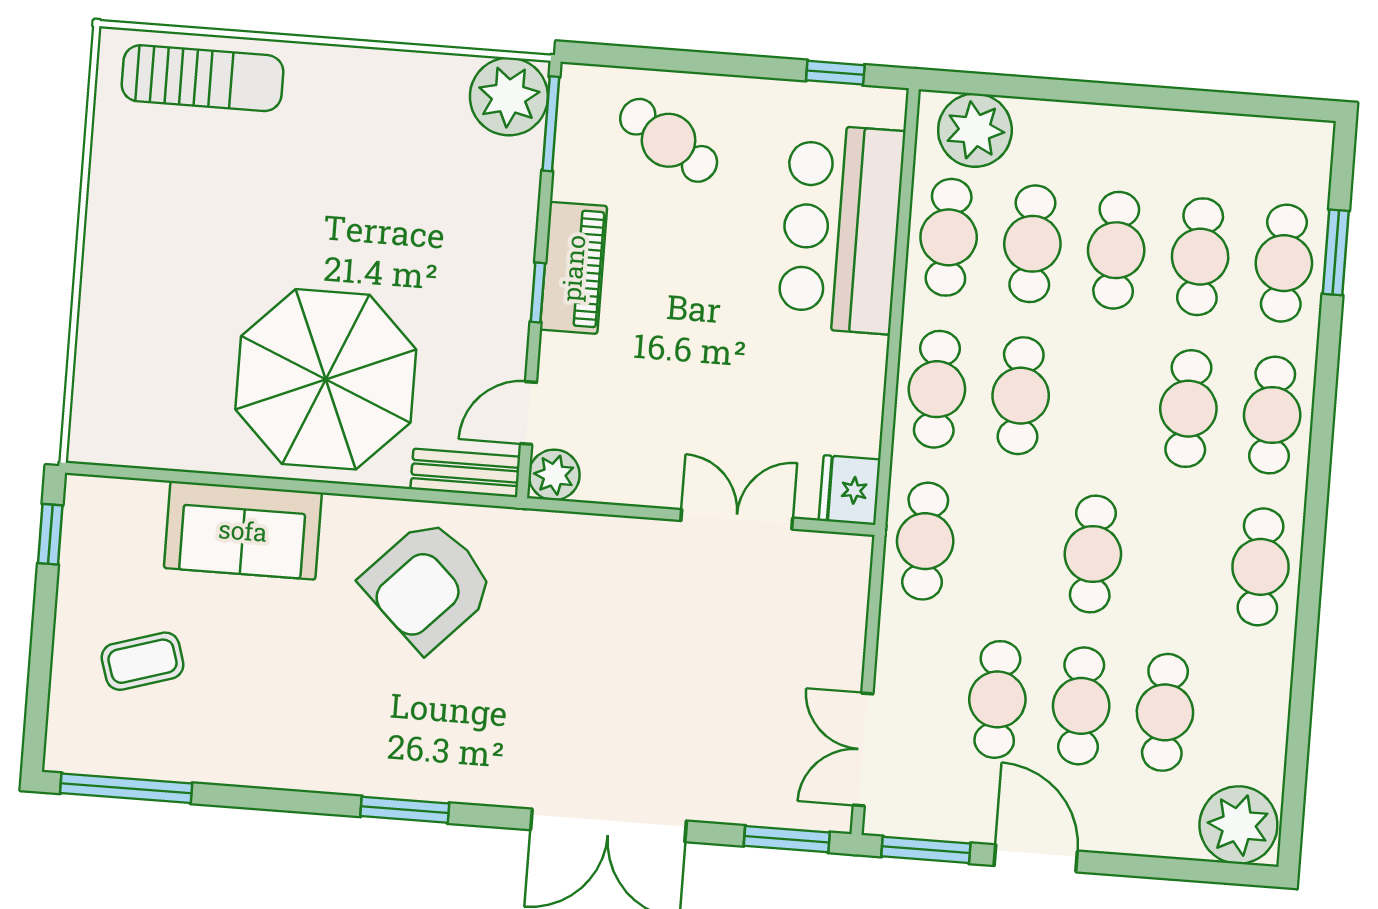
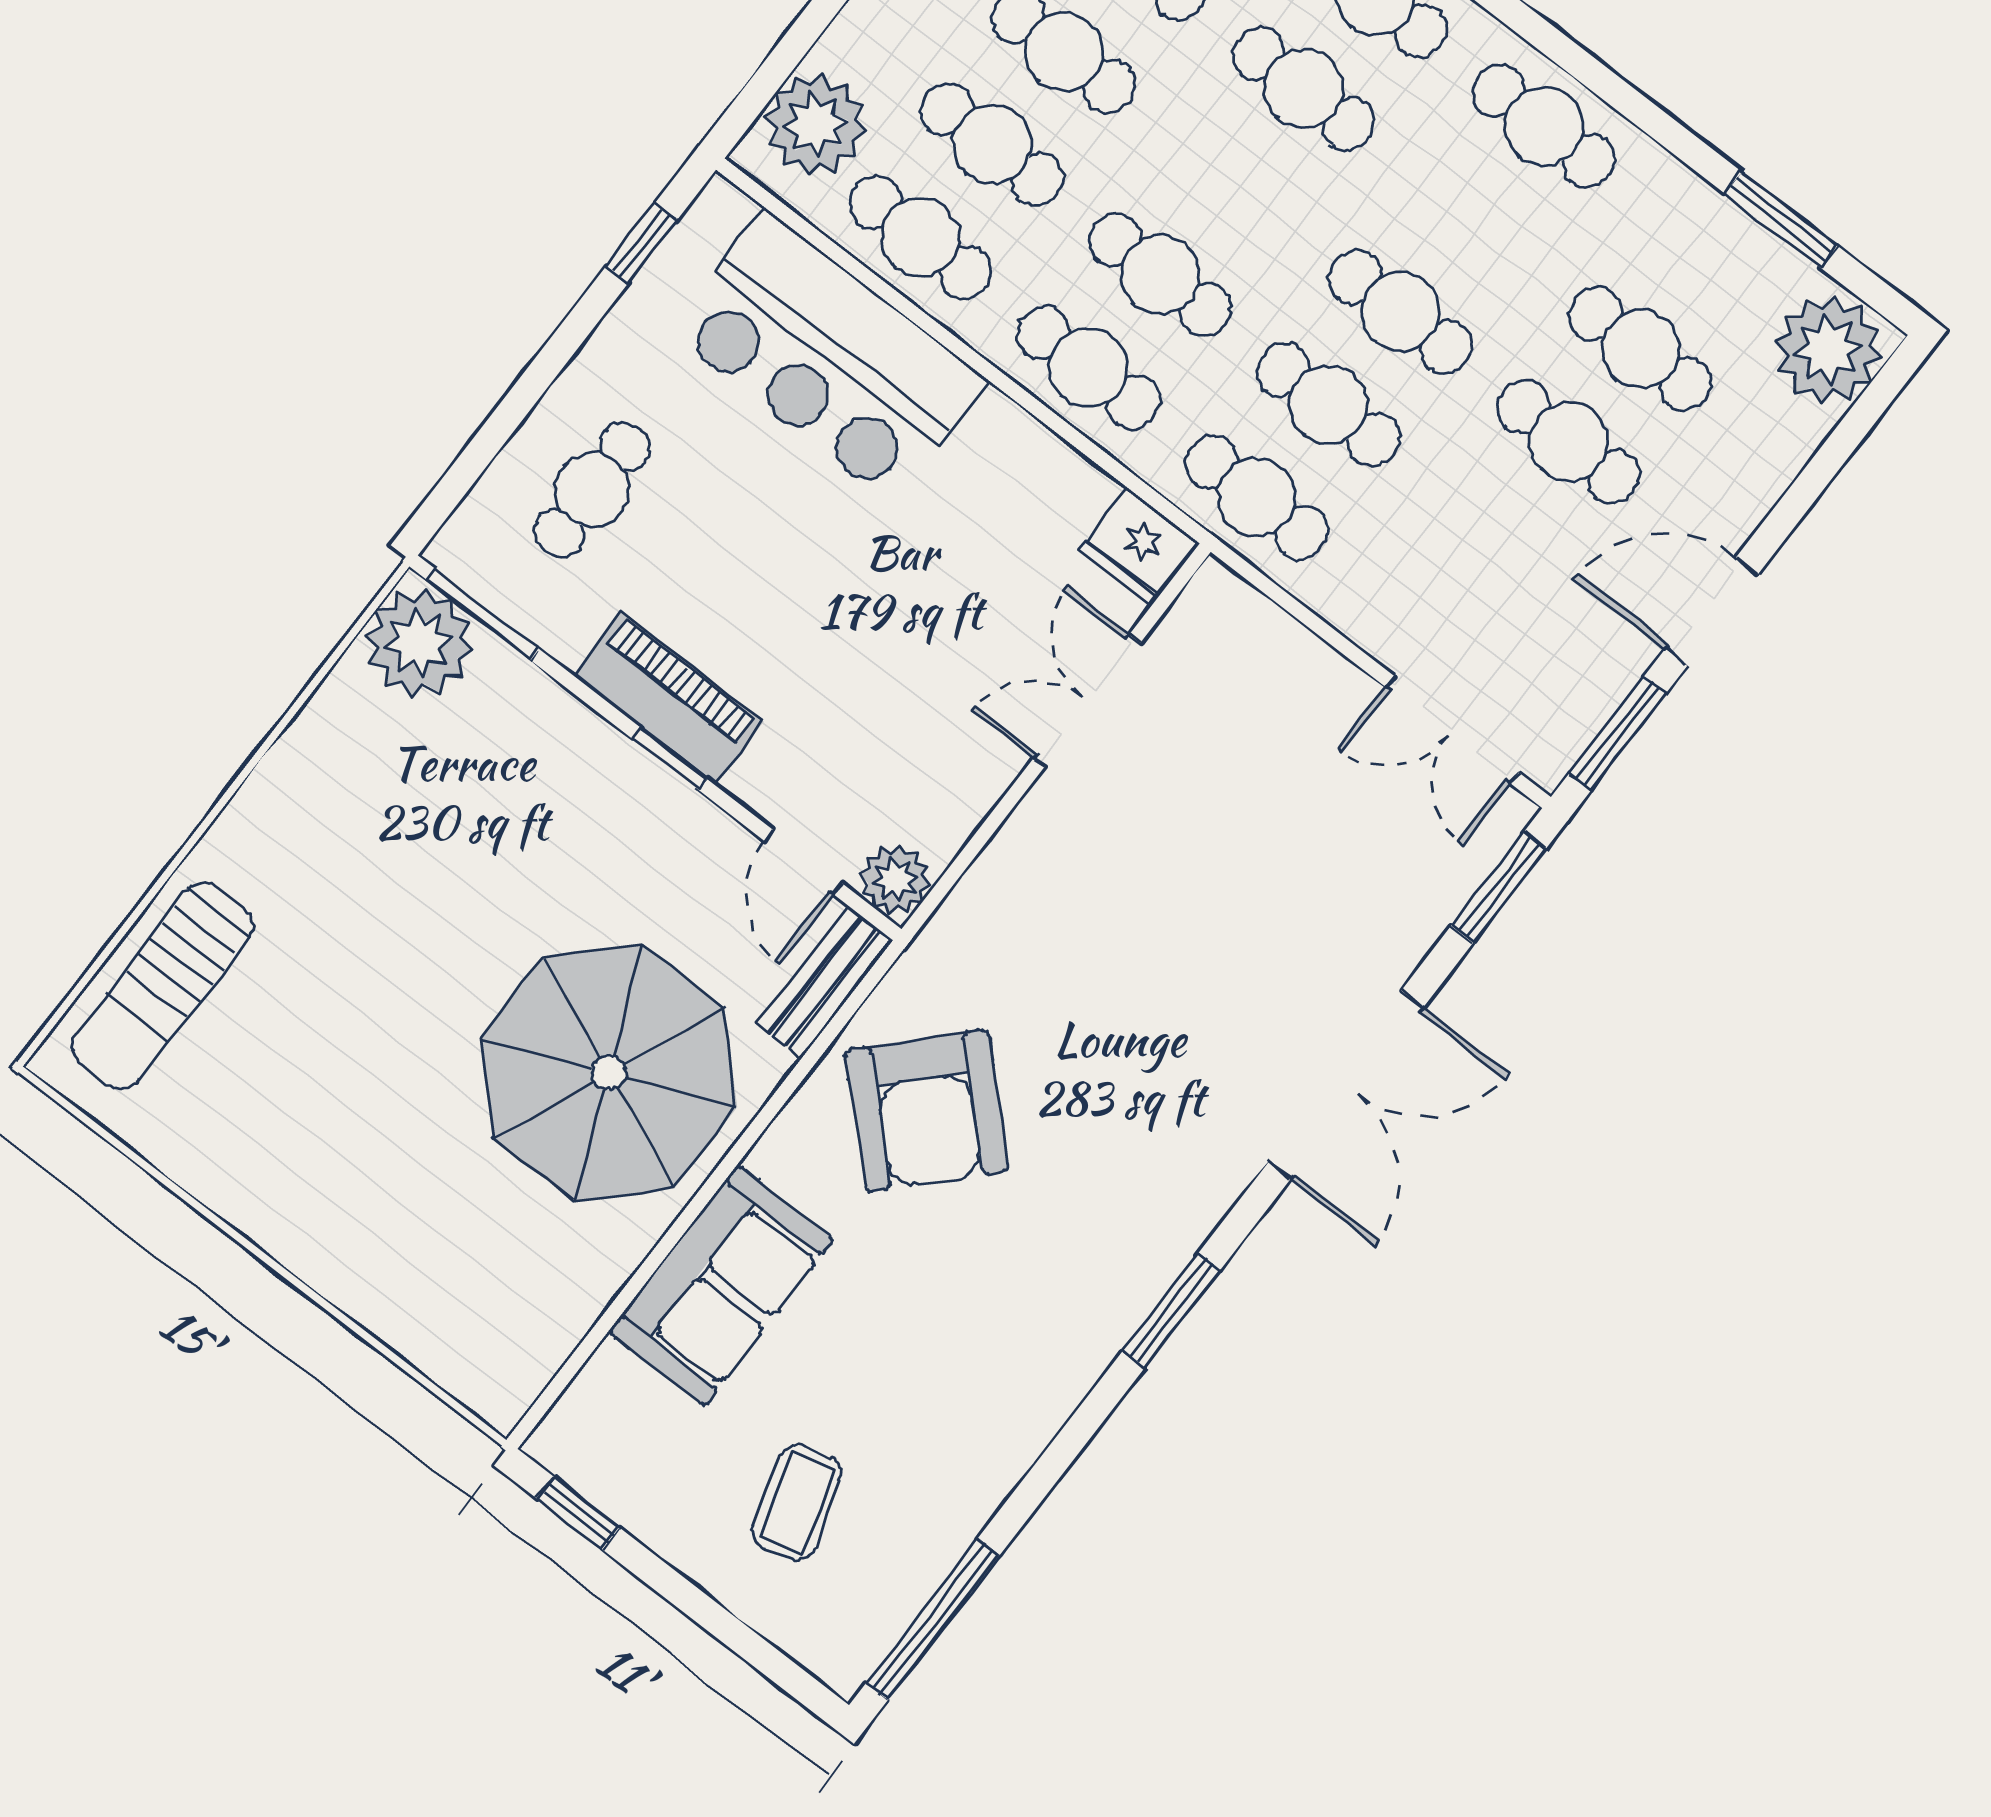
sun lounger: (202, 78) -> (163, 986), turned 180
cafe table: (669, 140) -> (592, 490), turned -33
cafe table: (997, 699) -> (1329, 405), moved
window: (1298, 746) -> (1781, 220), added

